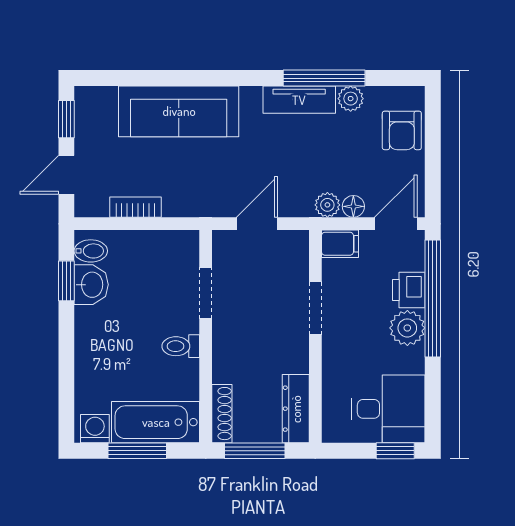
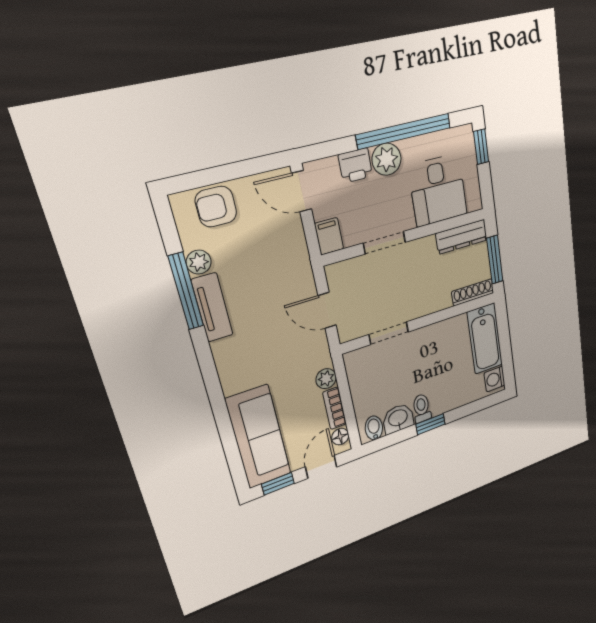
sofa: (179, 111) -> (259, 437), moved
armchair: (402, 130) -> (216, 207), turned 180
door: (66, 175) -> (321, 467), swing flipped
plant: (327, 205) -> (326, 379), moved
floor lamp: (353, 206) -> (340, 437), moved
window: (66, 281) -> (430, 424), moved
window: (433, 298) -> (404, 131), moved
toilet: (181, 346) -> (422, 408), moved, turned 180
desk: (388, 409) -> (438, 190), moved, turned 180
window: (137, 451) -> (505, 345), removed

